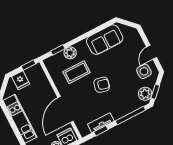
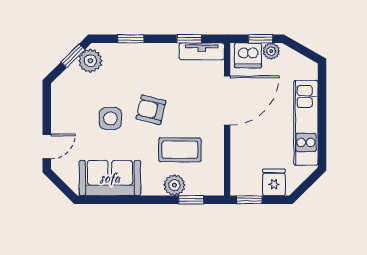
door: (152, 52) -> (47, 146), moved
side table: (144, 71) -> (110, 118), moved
window: (130, 115) -> (131, 39), width x0.46
tv unit: (101, 123) -> (202, 51), moved

